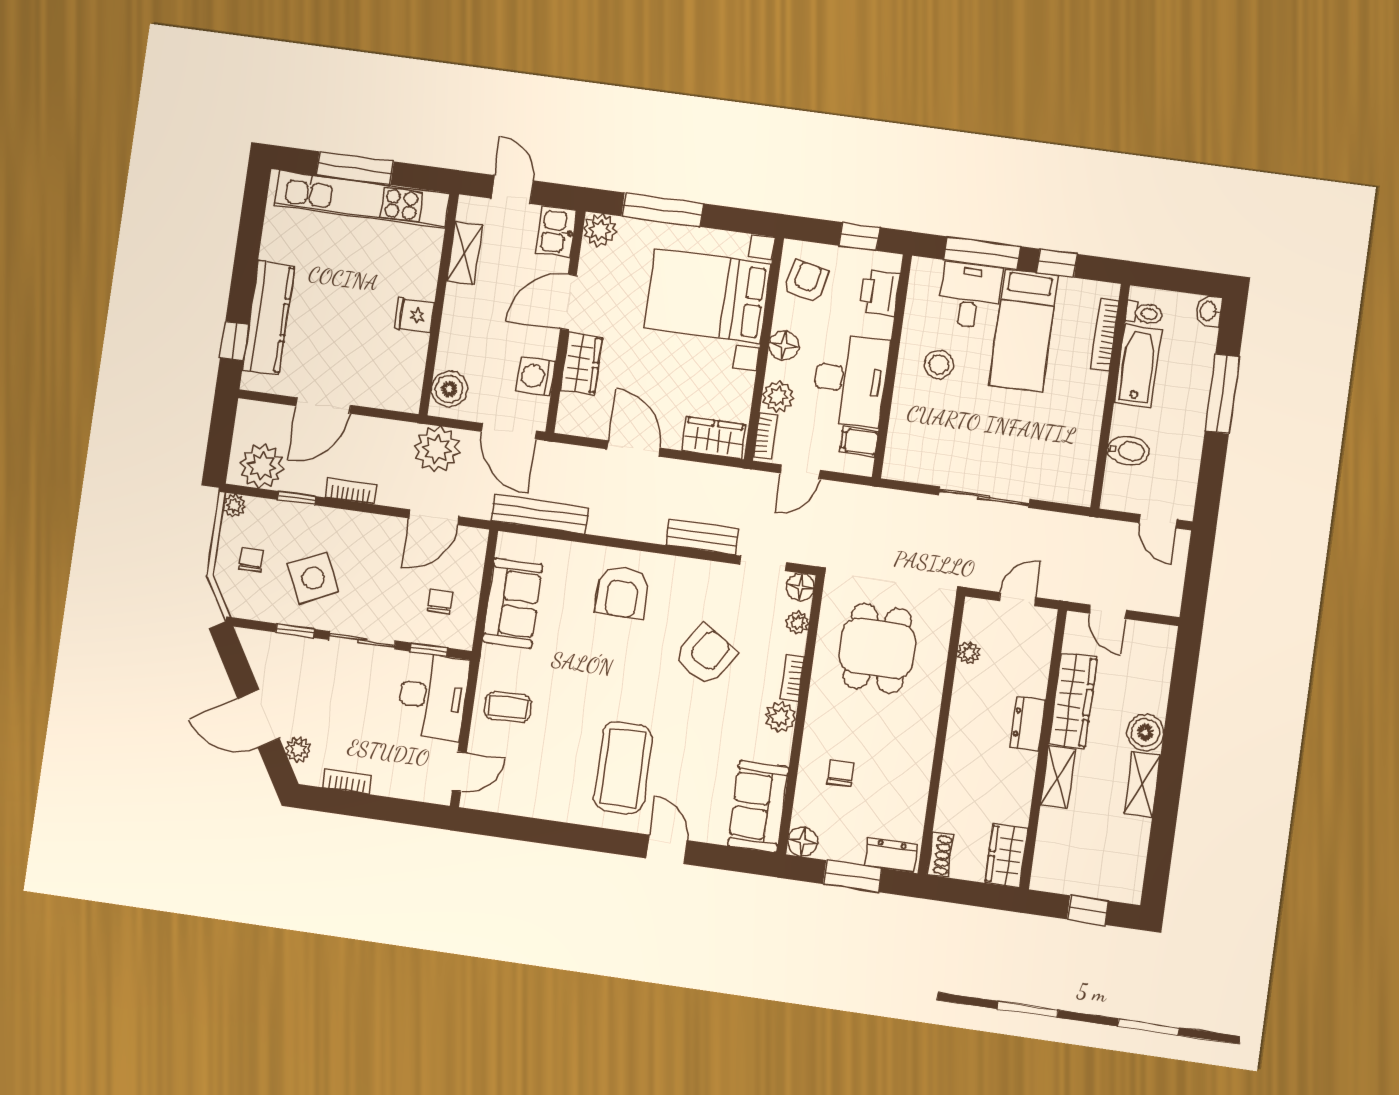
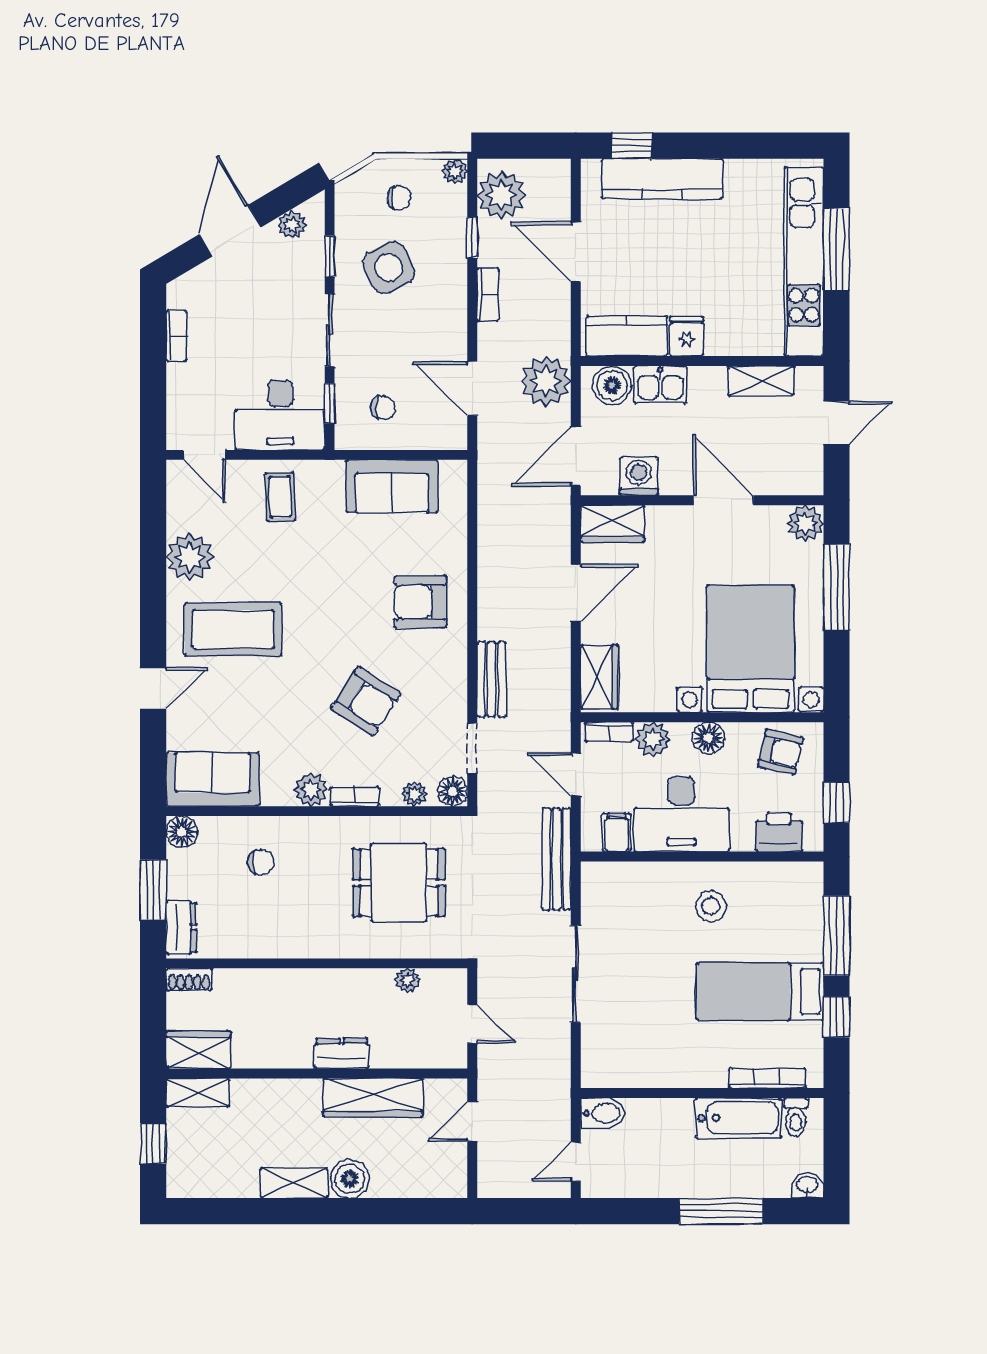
kitchen sink: (556, 232) -> (660, 385), moved, turned 180
desk: (970, 295) -> (790, 929), removed
wardrobe: (581, 363) -> (613, 524), moved
kitchen counter: (406, 369) -> (627, 336), added
bidet: (1128, 451) -> (603, 1113), moved, turned -90
bench: (540, 514) -> (557, 859), moved
plant: (298, 749) -> (292, 225), moved
shelving: (1058, 778) -> (198, 1093), moved
plant: (551, 798) -> (190, 557), added

